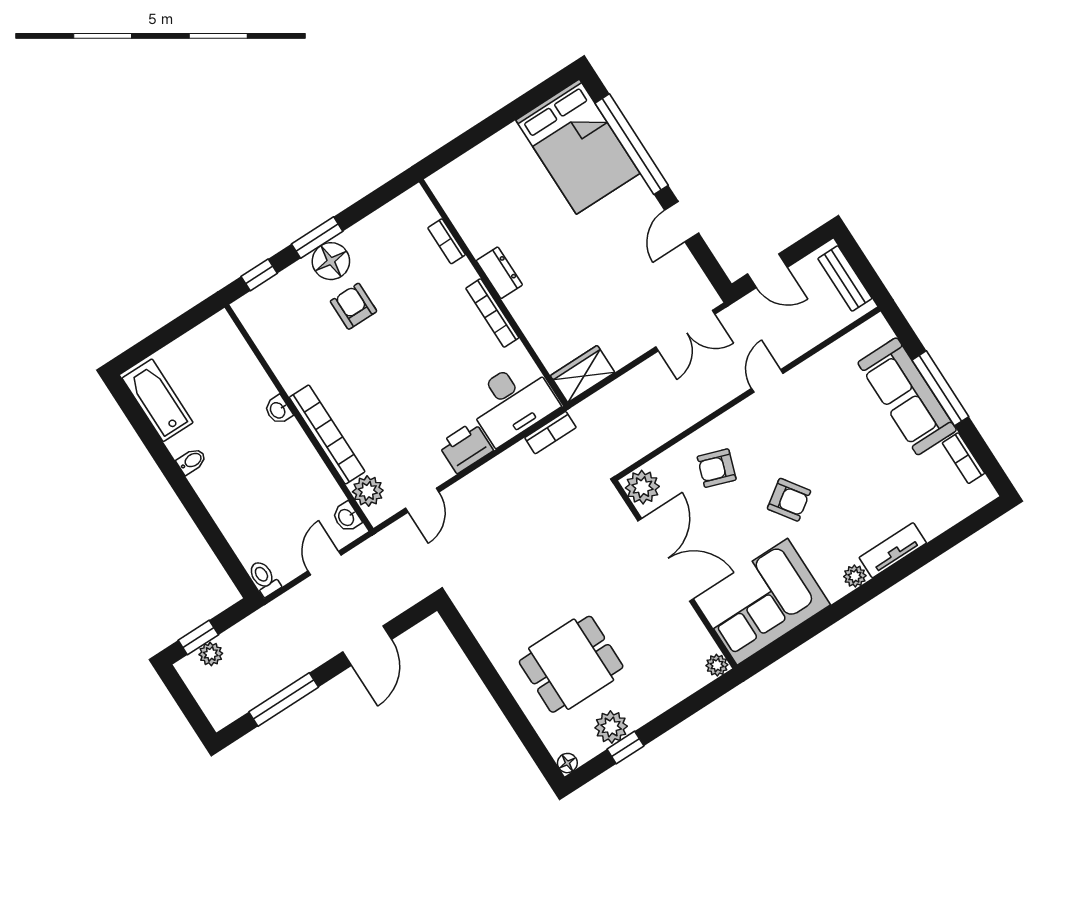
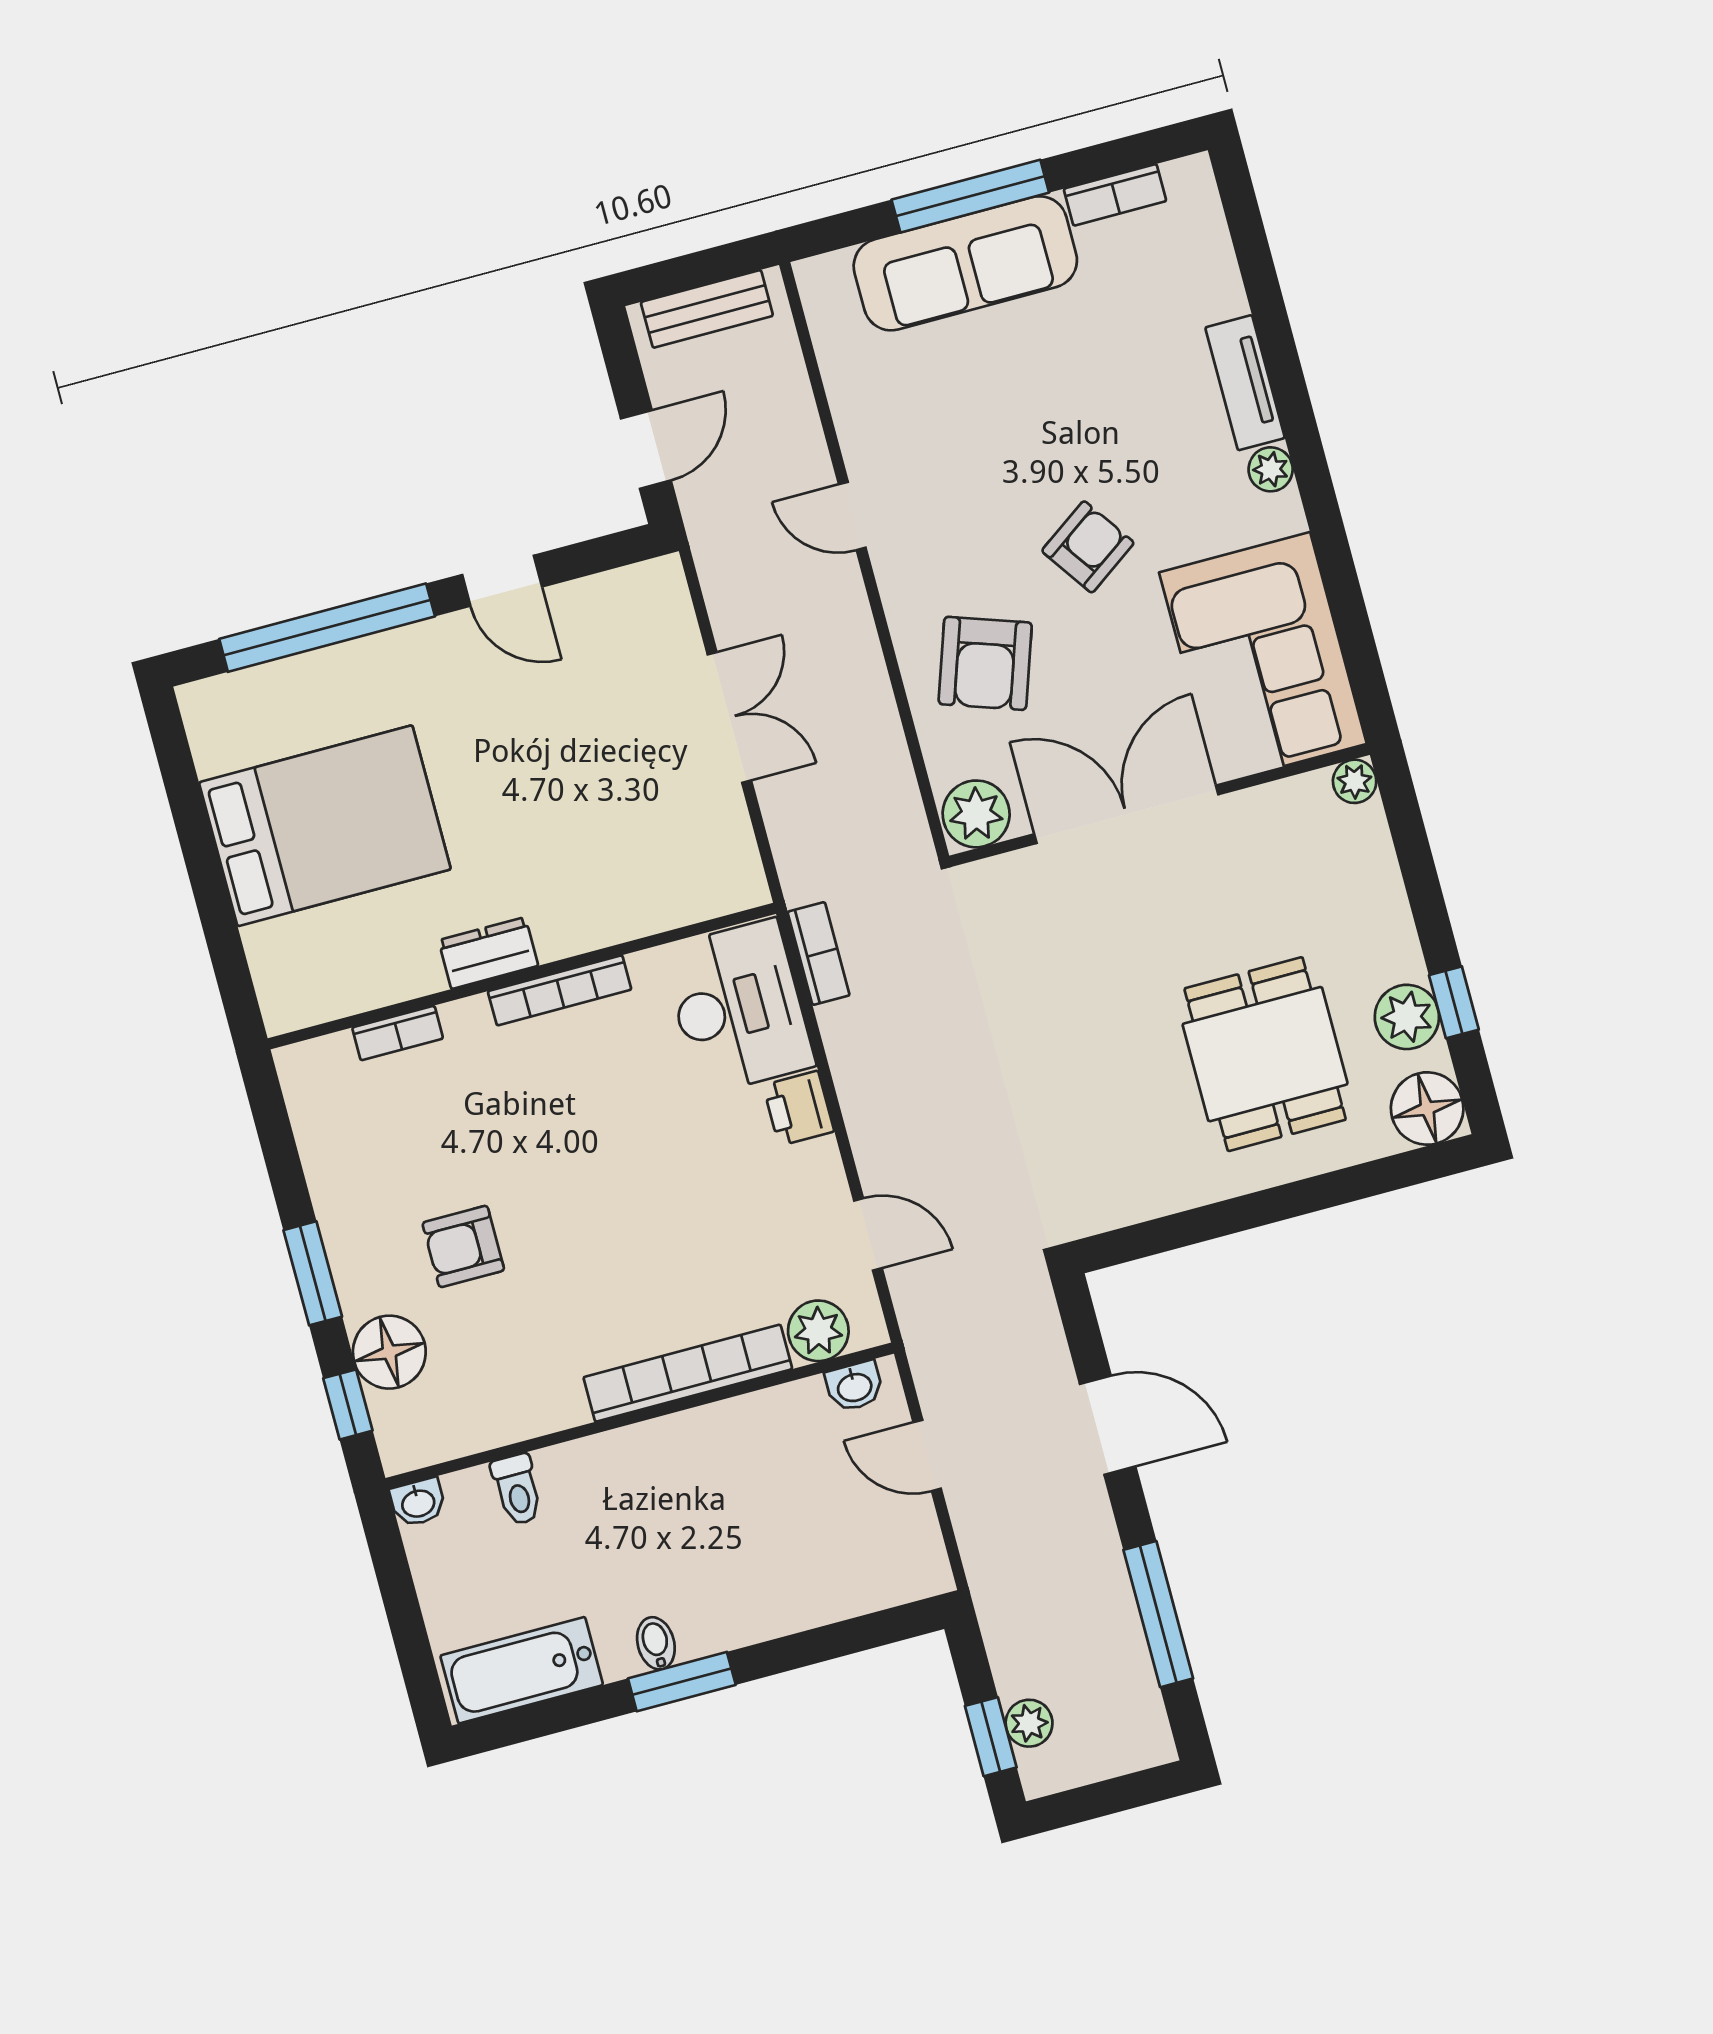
bed: (578, 147) -> (325, 826), moved
floor lamp: (331, 261) -> (389, 1352), moved
double door: (685, 331) -> (729, 717), moved
wardrobe: (583, 374) -> (728, 858), removed
washbasin: (278, 410) -> (418, 1502), moved
printer: (466, 447) -> (799, 1108), width x0.73, depth x0.81
armchair: (717, 468) -> (985, 663), width x1.38, depth x1.38
window: (177, 480) -> (682, 1682), added
toilet: (264, 578) -> (517, 1490), moved, turned -90
floor lamp: (567, 763) -> (1427, 1109), width x1.89, depth x1.89

